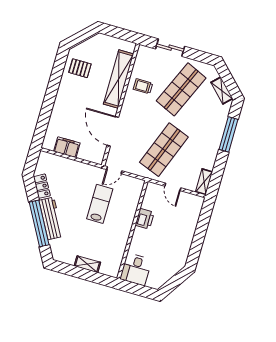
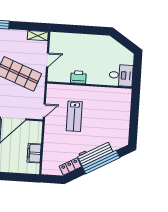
door: (114, 170) -> (44, 111), hinge flipped
lab bench: (100, 204) -> (74, 116), turned -90
shelving: (87, 264) -> (125, 116), removed

